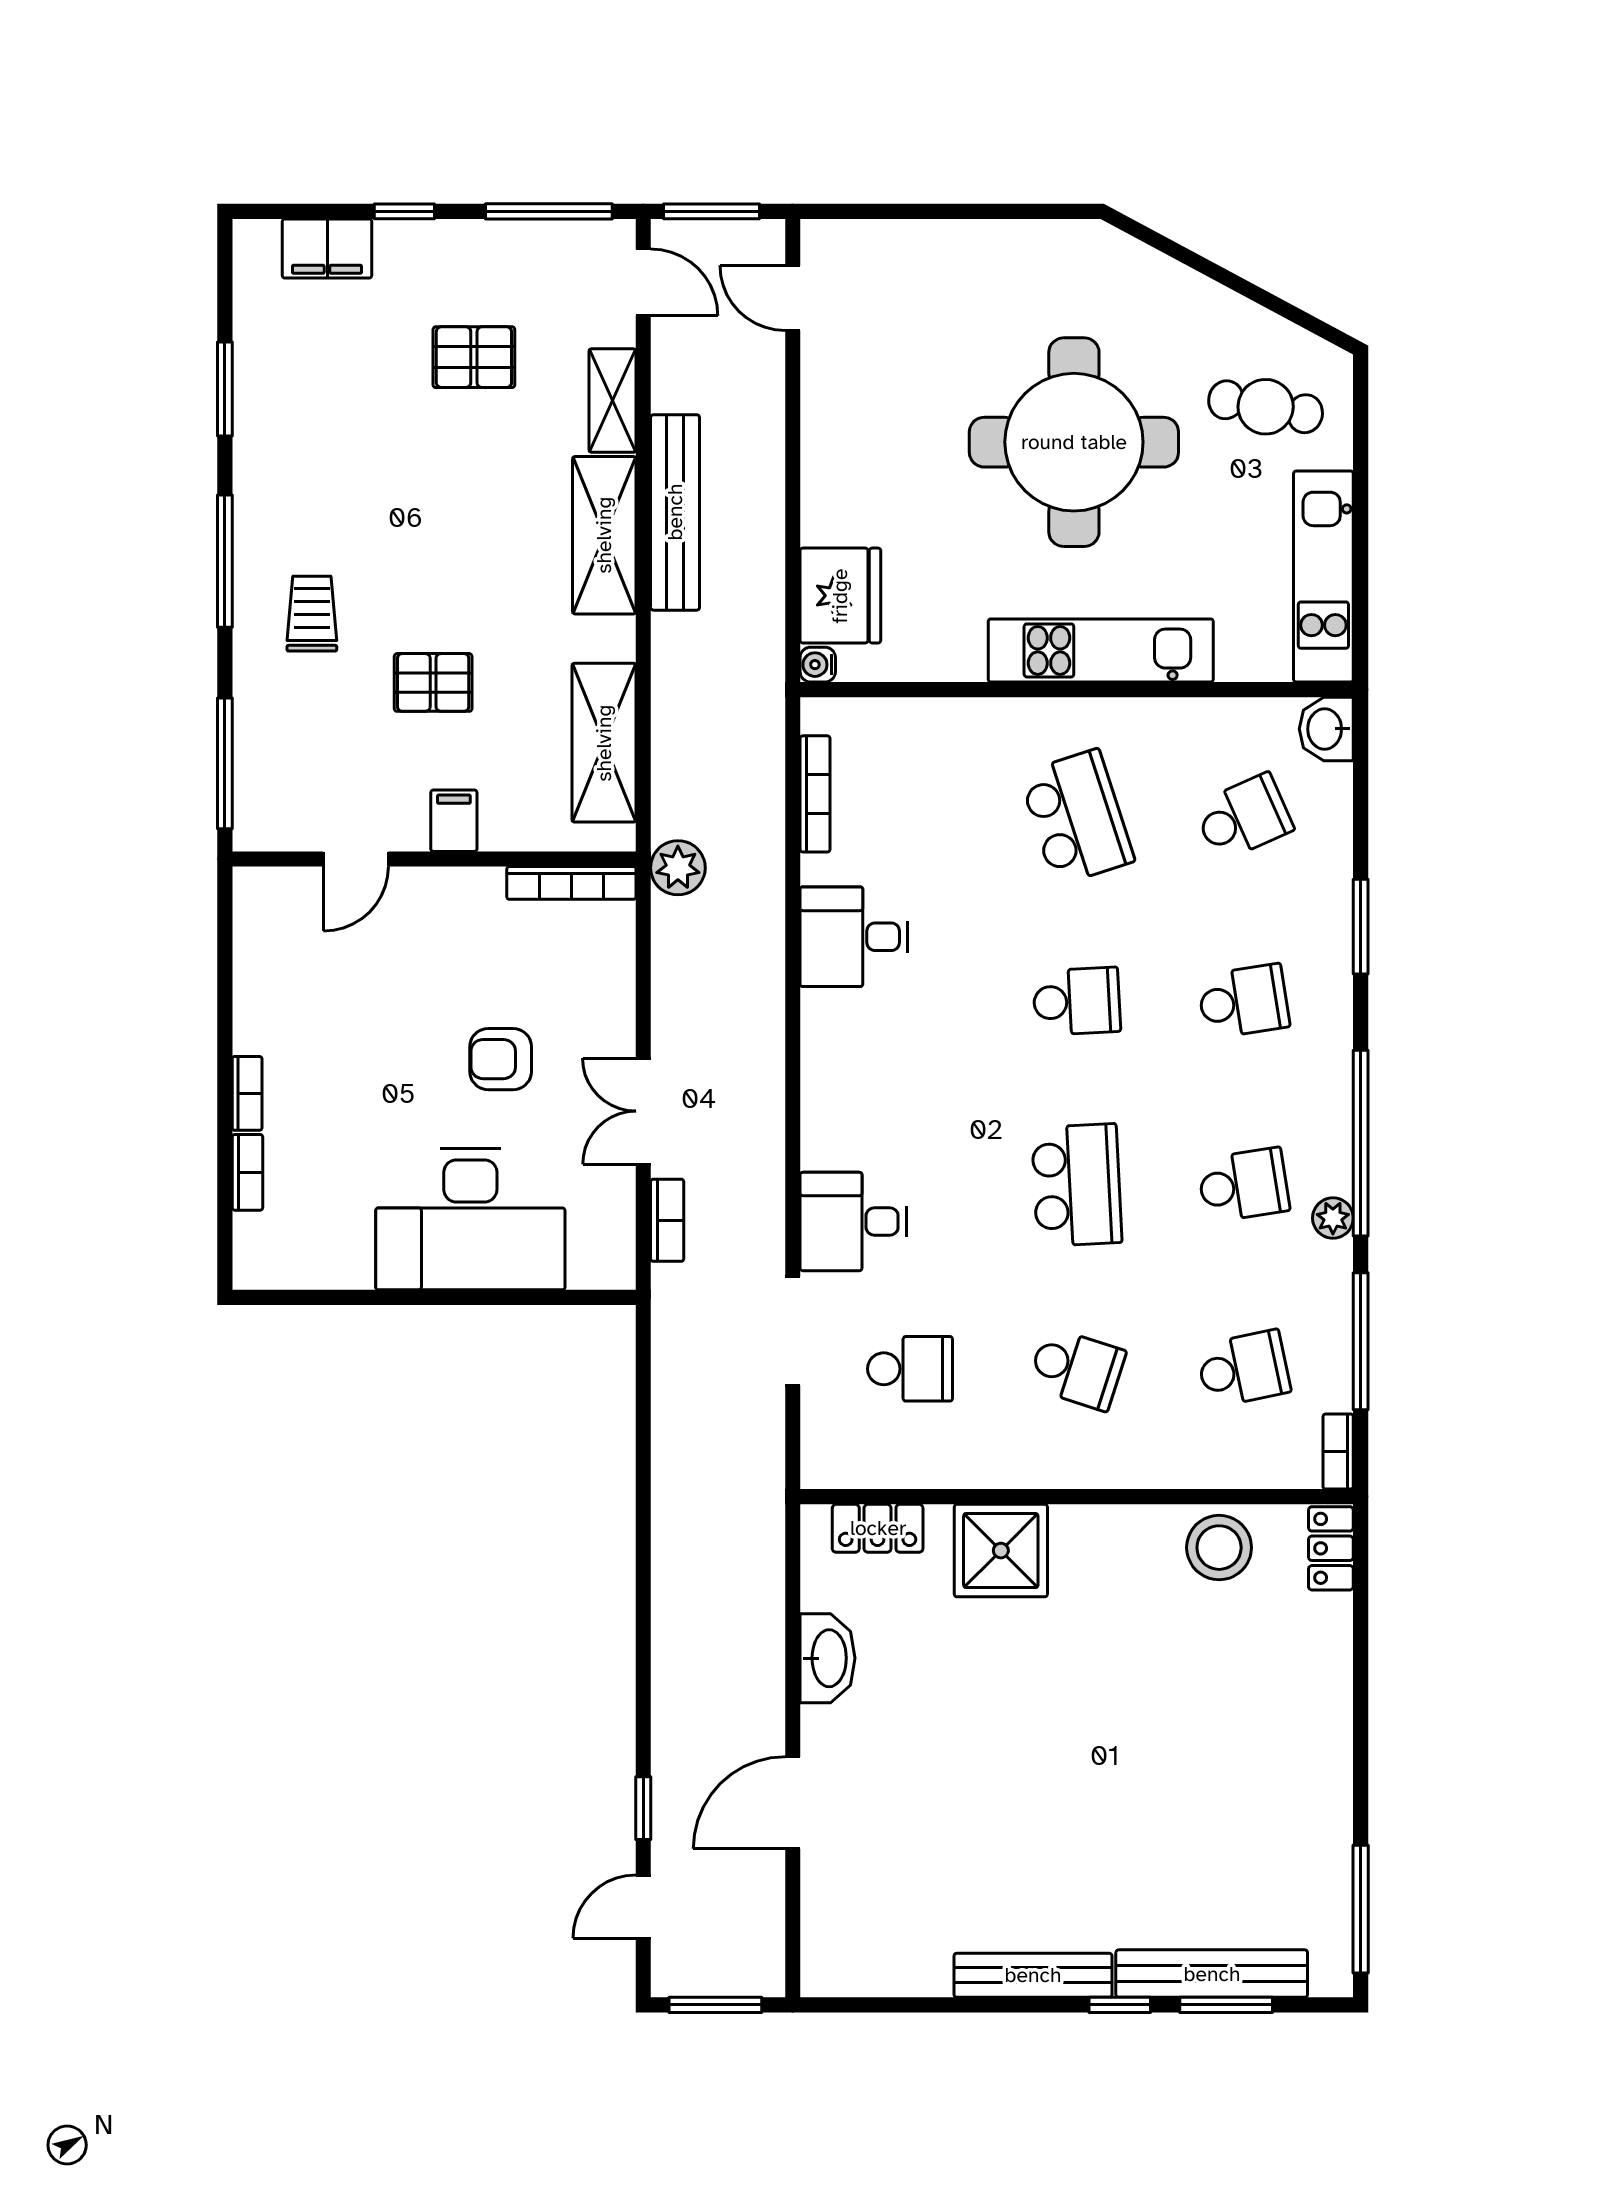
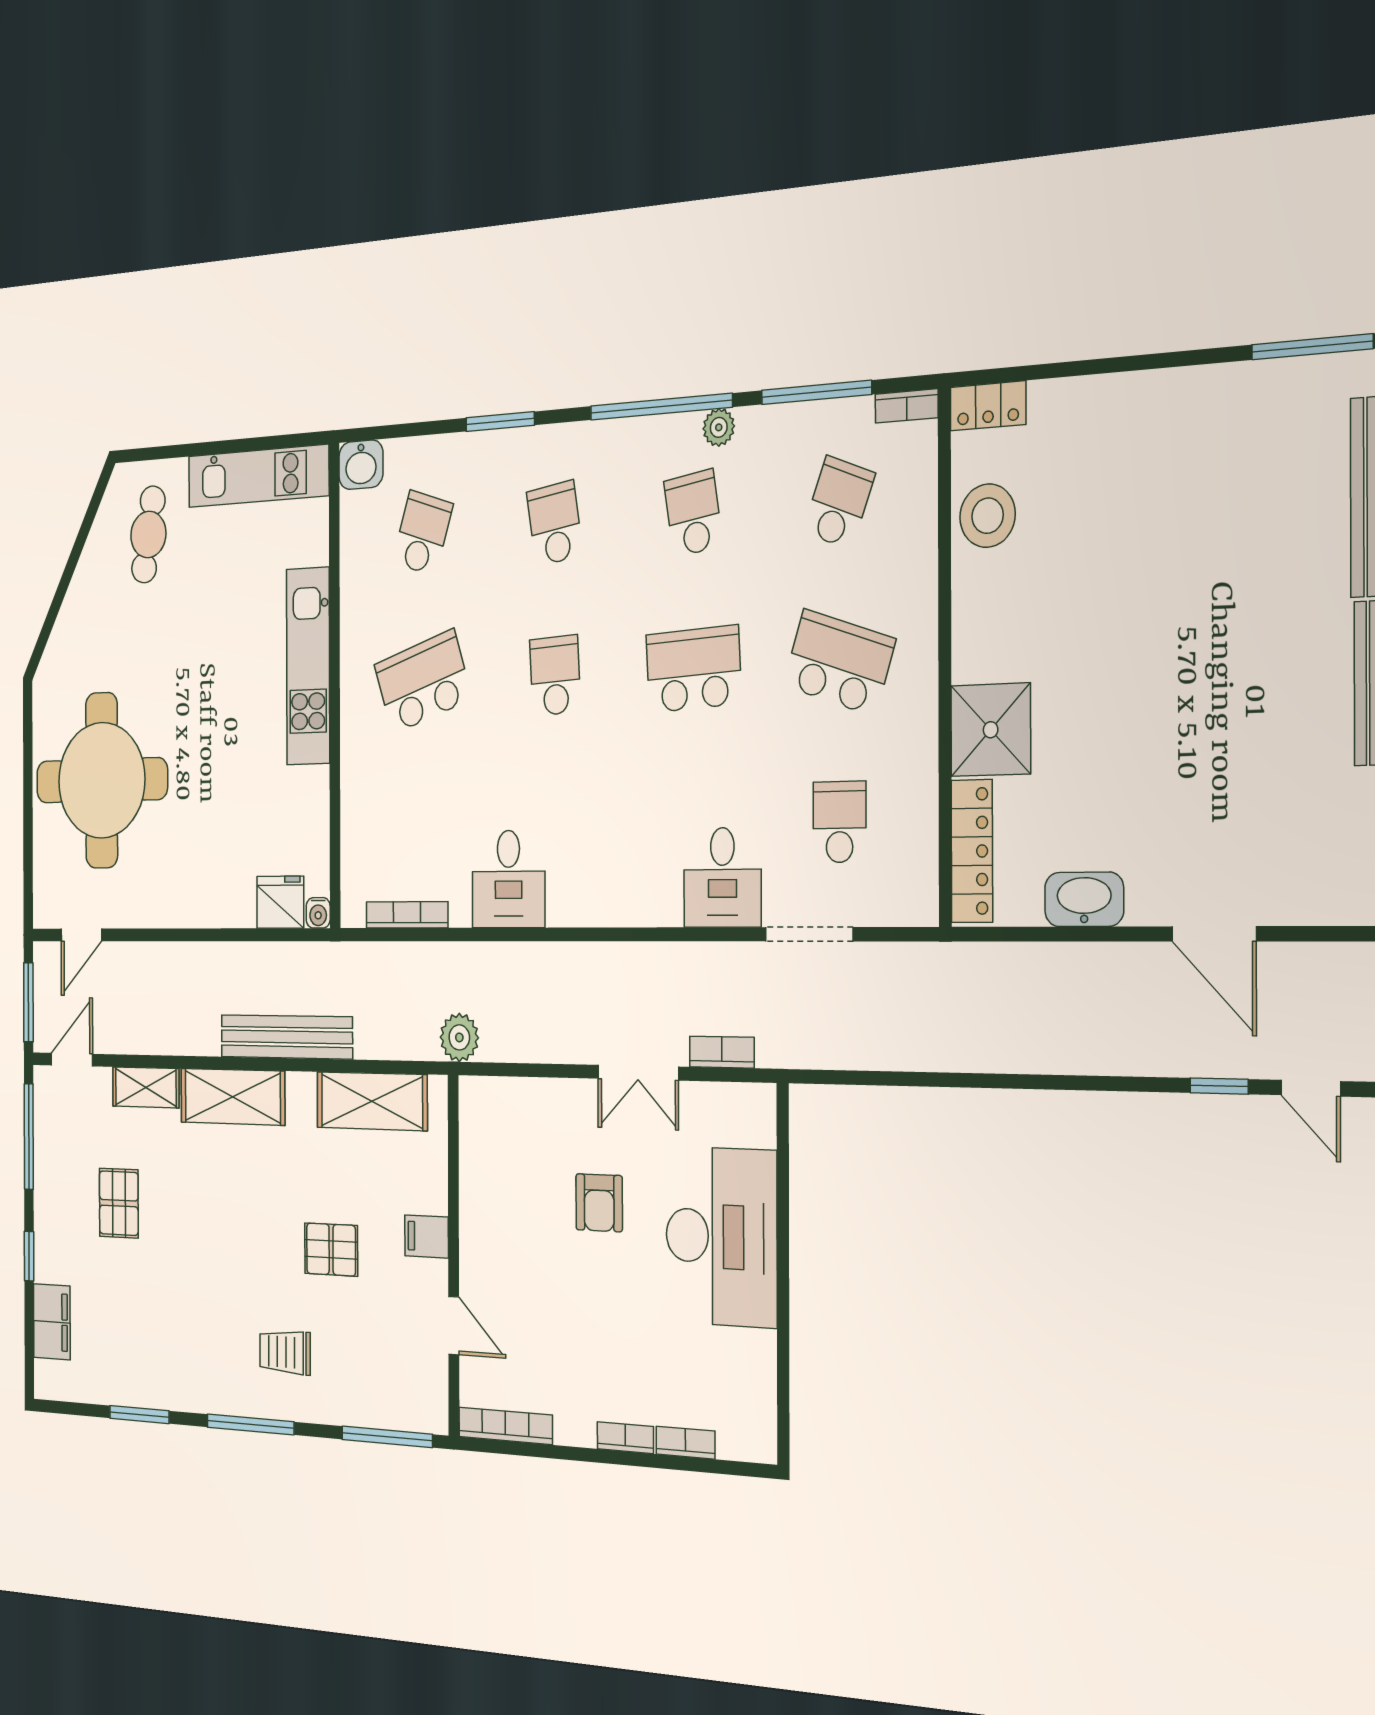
round table: (1074, 442) -> (102, 780), moved
bench: (675, 512) -> (286, 1037), moved
fridge: (840, 596) -> (280, 902), width x0.73, depth x0.75
pallet: (433, 682) -> (331, 1249), turned 90
school desk: (1243, 817) -> (423, 533), turned 42
bookcase: (571, 883) -> (505, 1426), moved, turned -90
school desk: (1077, 1369) -> (839, 662), width x1.85
school desk: (1243, 1369) -> (839, 503), turned 33
locker: (878, 1528) -> (972, 851), width x1.53

